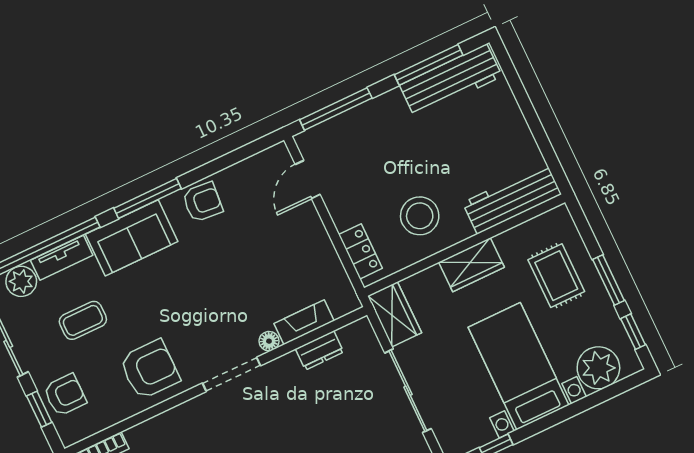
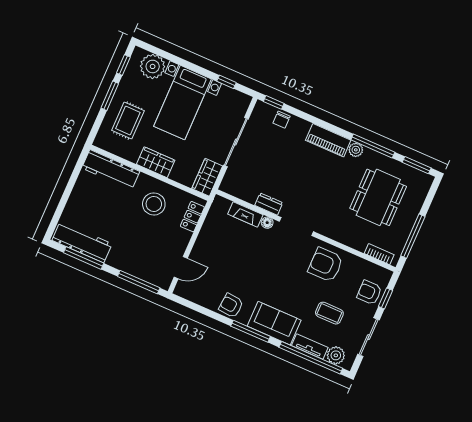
dresser: (320, 350) -> (269, 204), moved

